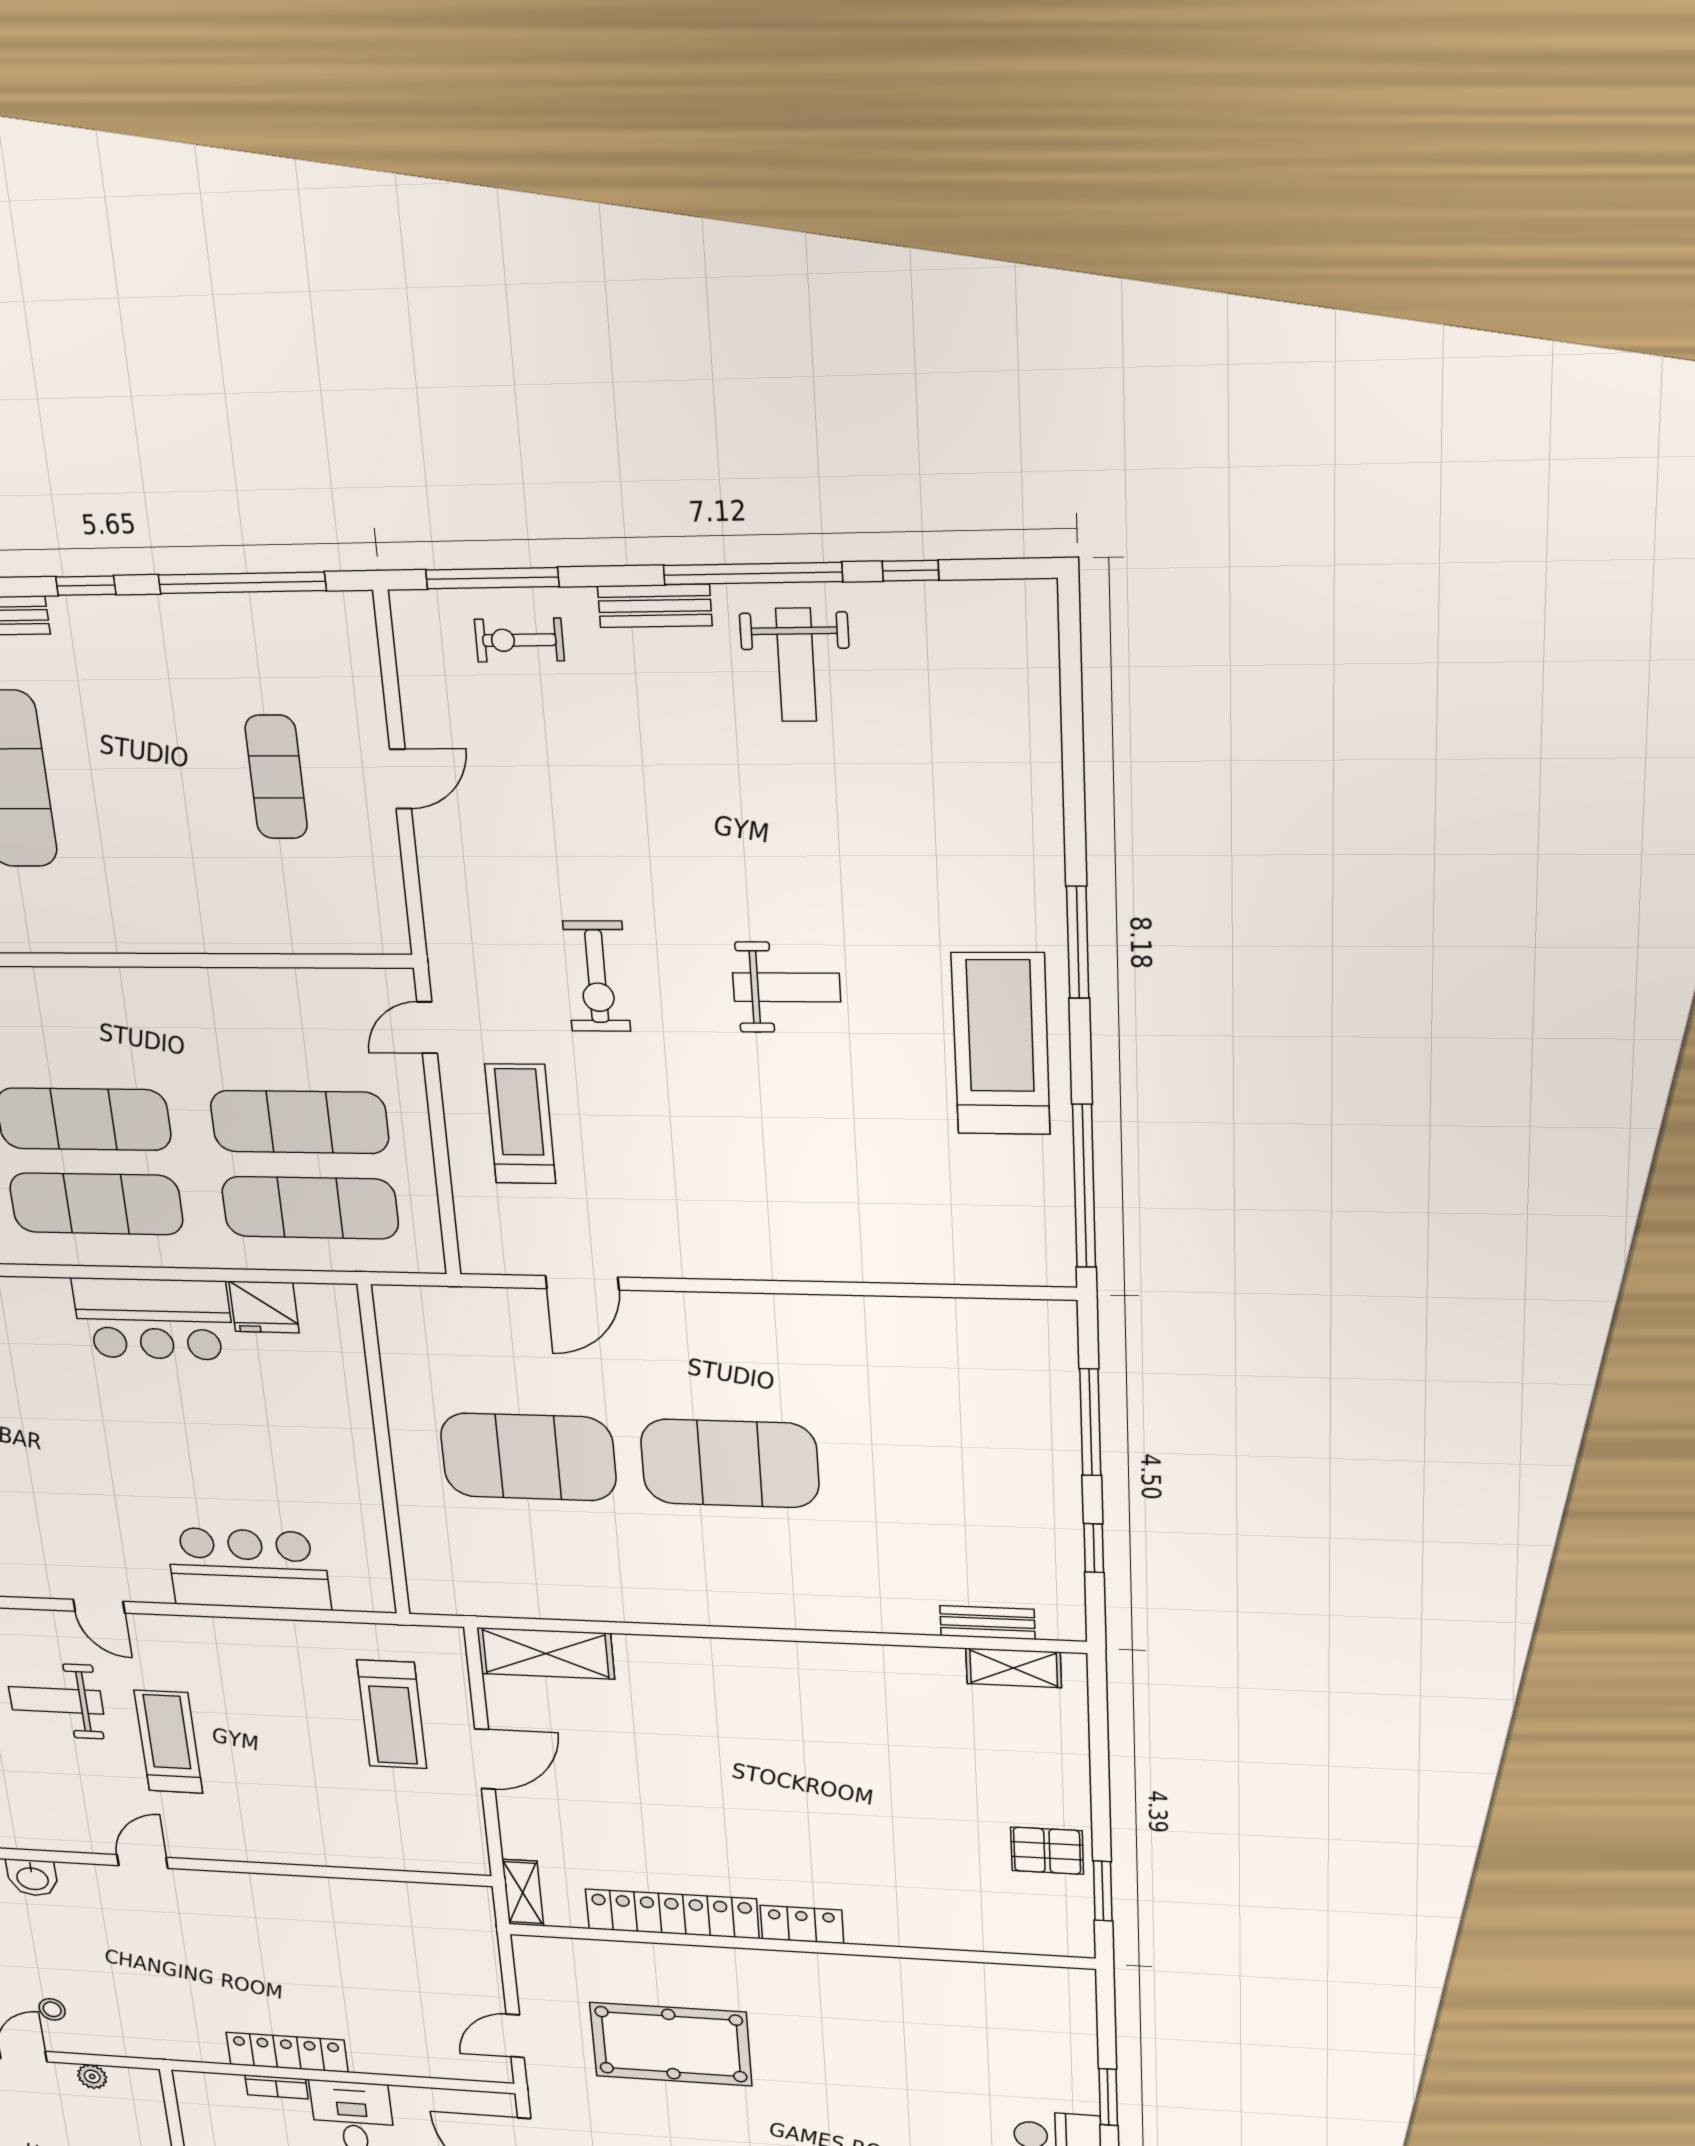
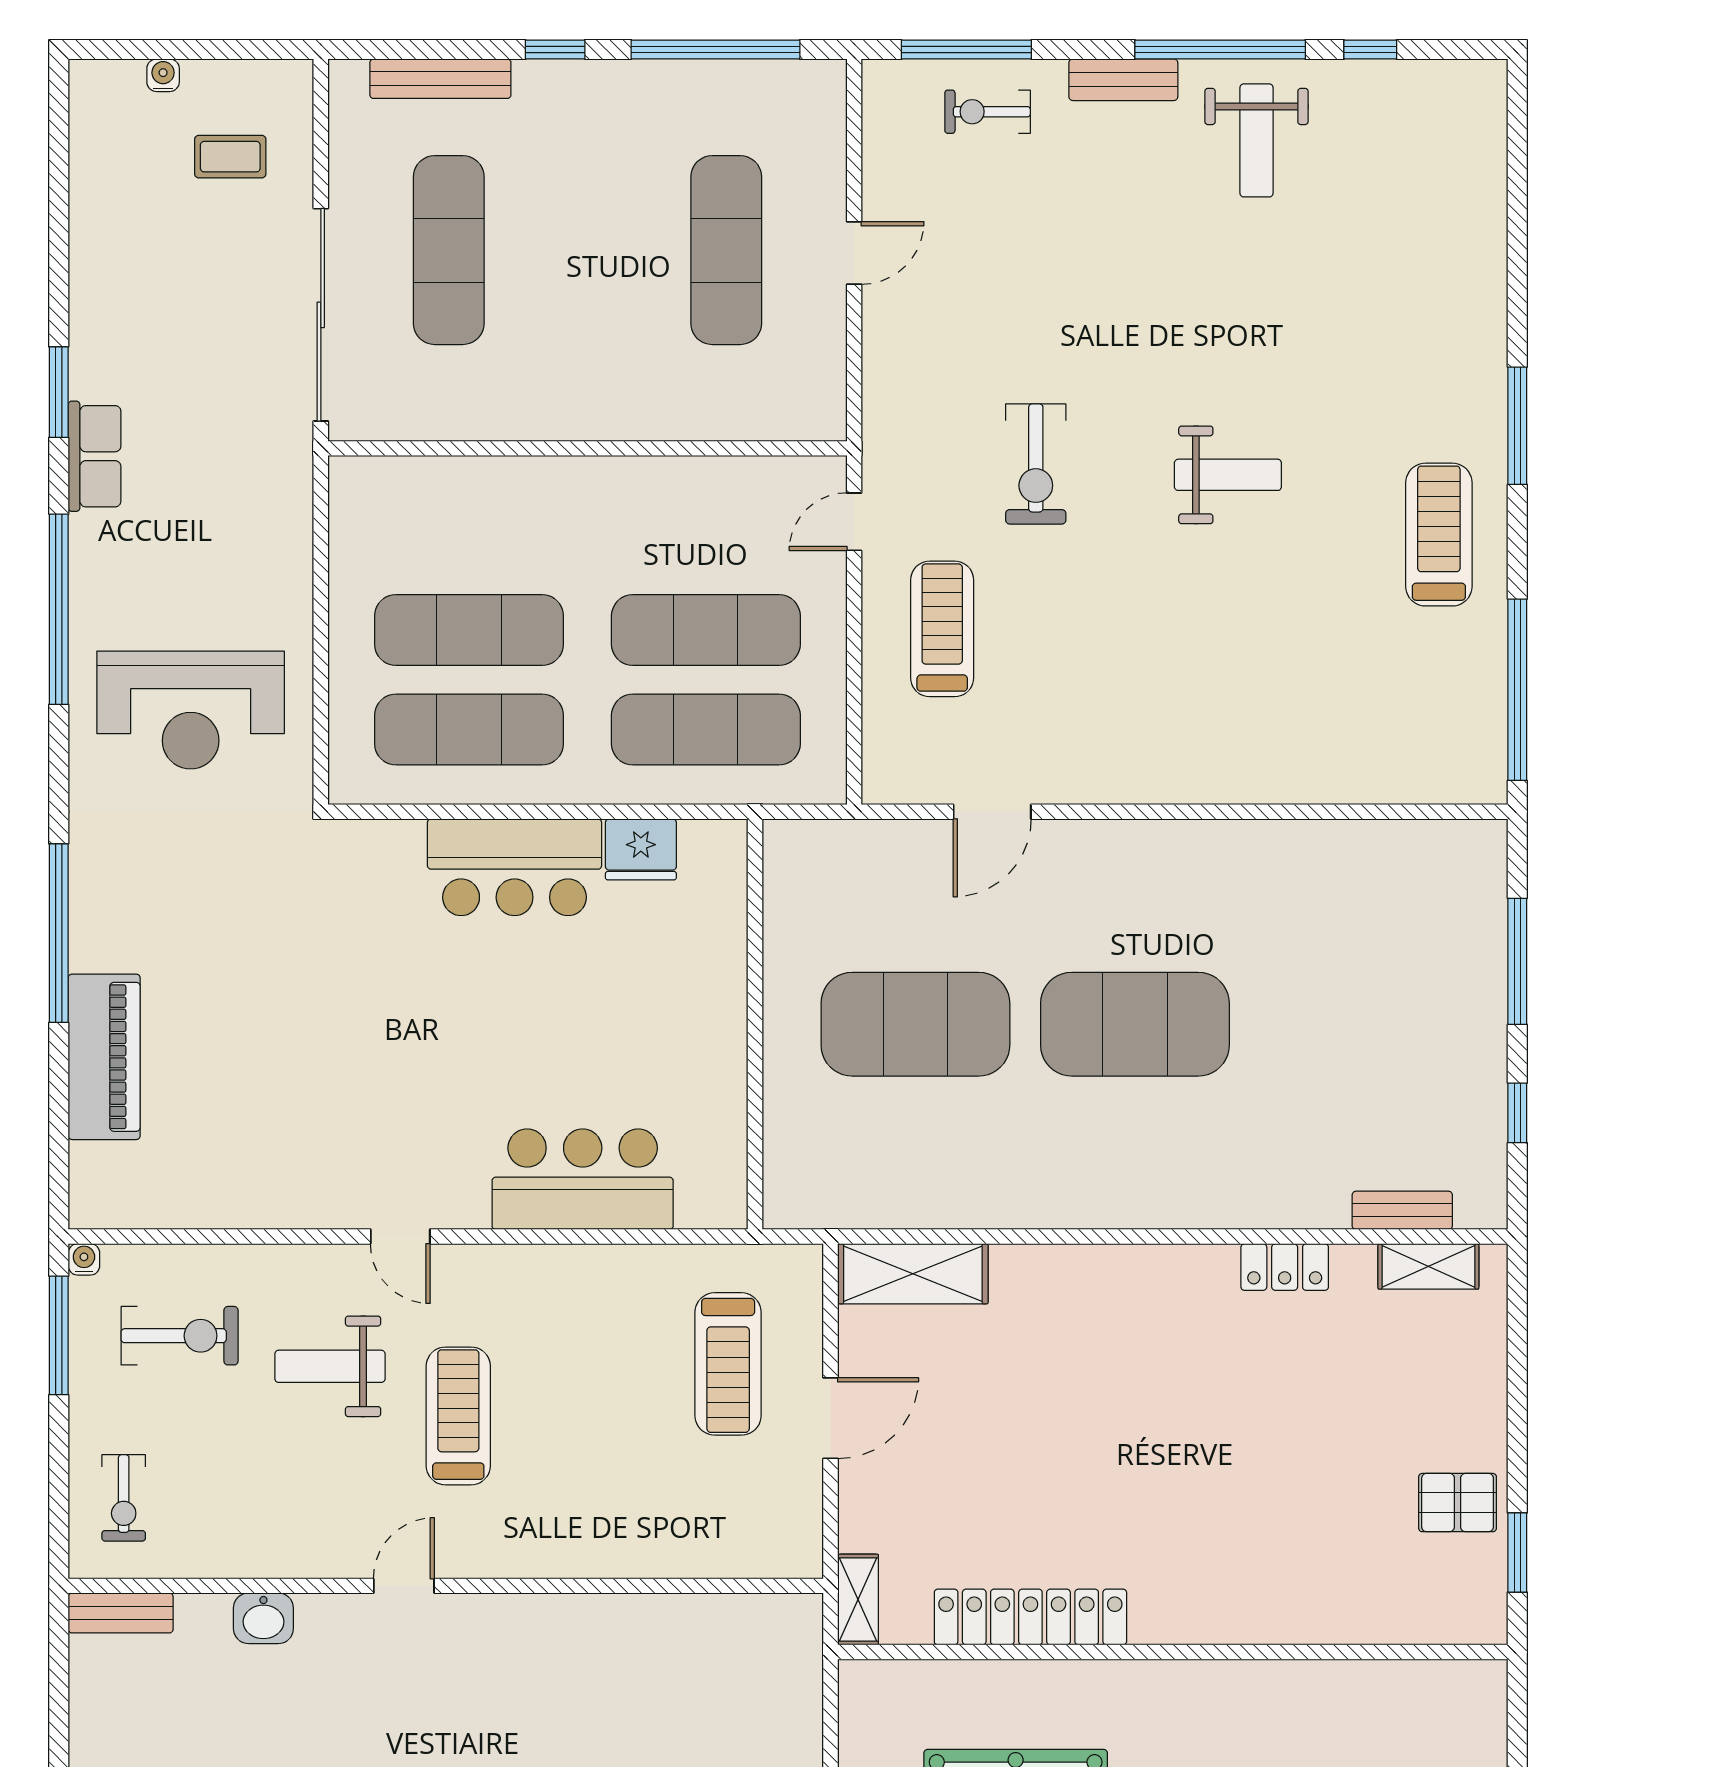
exercise mat: (276, 777) -> (726, 250), width x1.36, depth x1.45
treadmill: (1001, 1044) -> (1439, 535), width x0.73, depth x0.73
locker: (802, 1924) -> (1285, 1267), moved, turned 180

